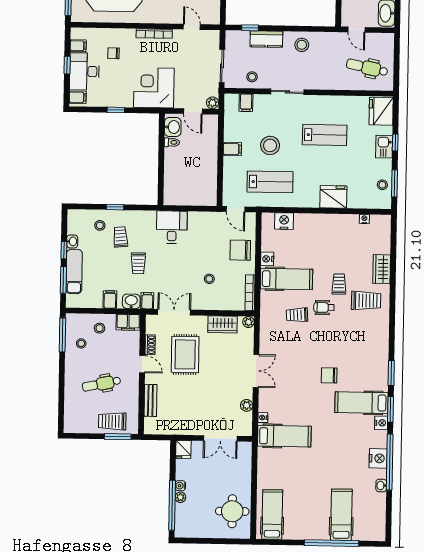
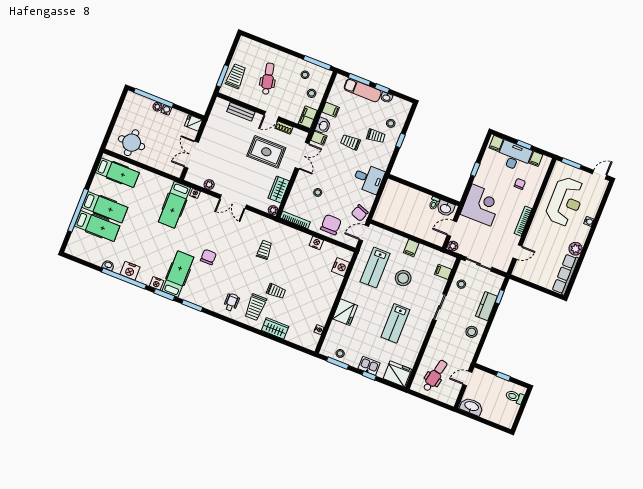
chair: (215, 222) -> (360, 213), added
hospital bed: (286, 279) -> (105, 207), moved, turned -90
wheelchair: (324, 307) -> (231, 302), moved

